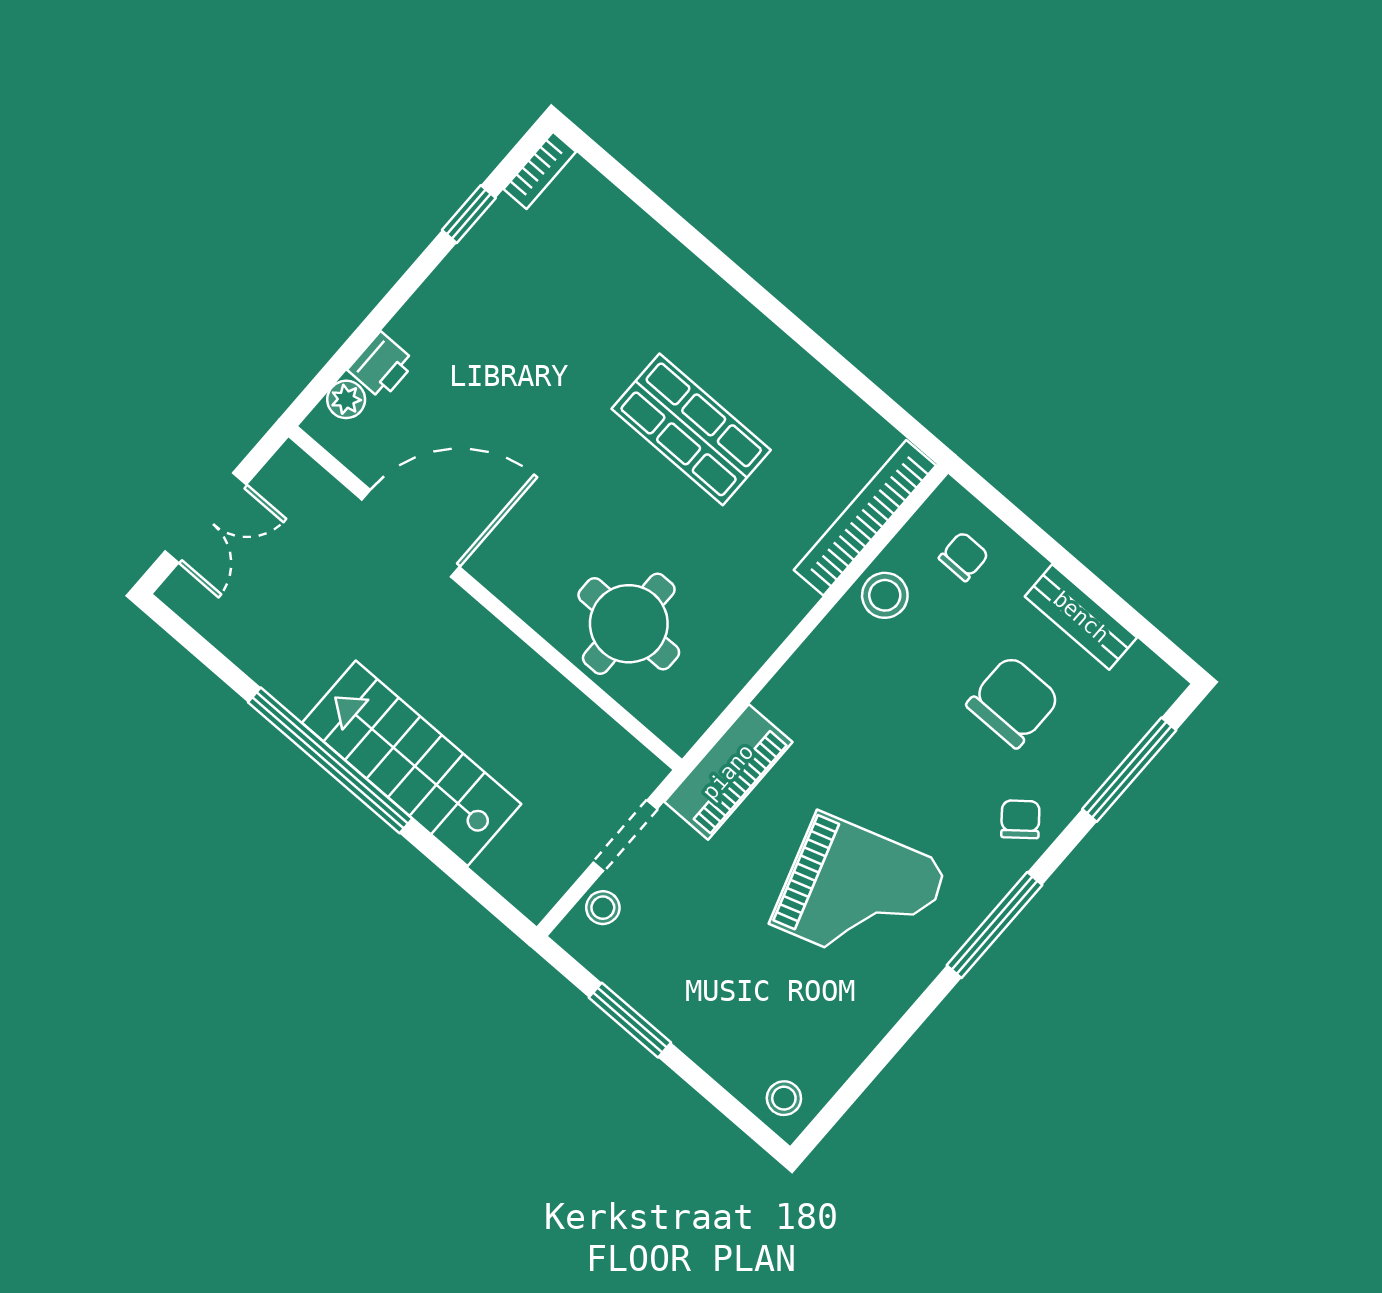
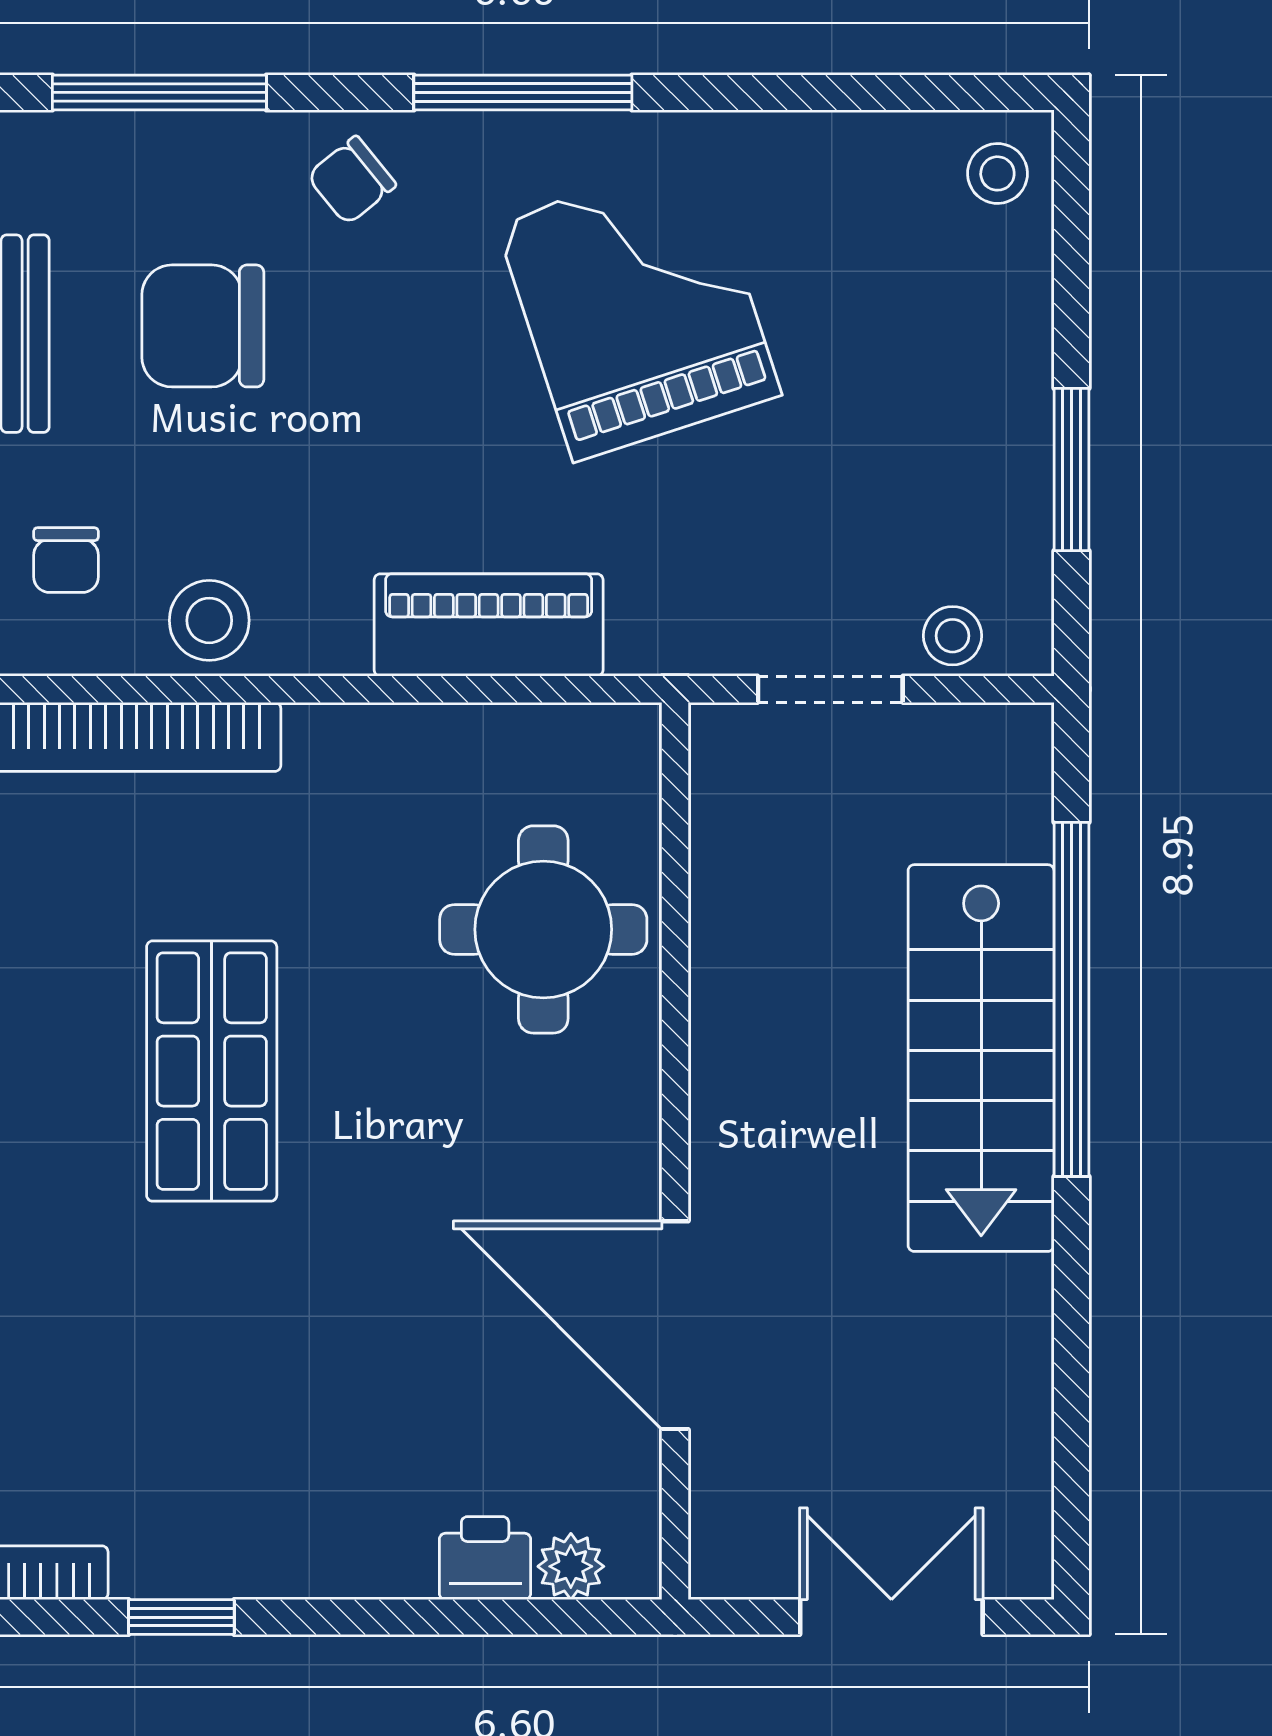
chair: (964, 556) -> (66, 560), turned -90
window: (330, 760) -> (1071, 999), moved
piano: (728, 772) -> (489, 625), moved

